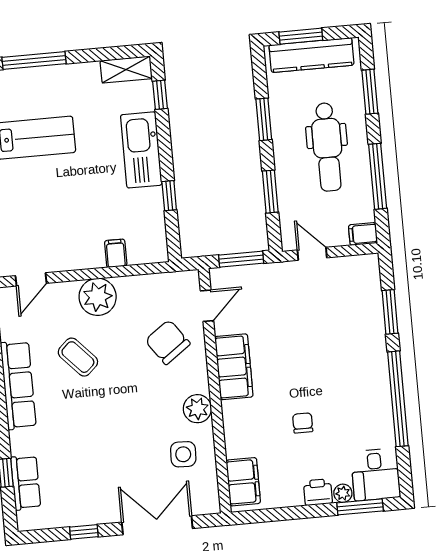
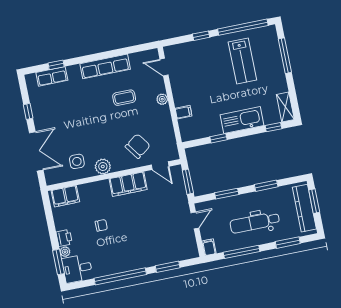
plant: (98, 297) -> (162, 99), width x0.53, depth x0.53
coffee table: (78, 357) -> (124, 98), turned 43

